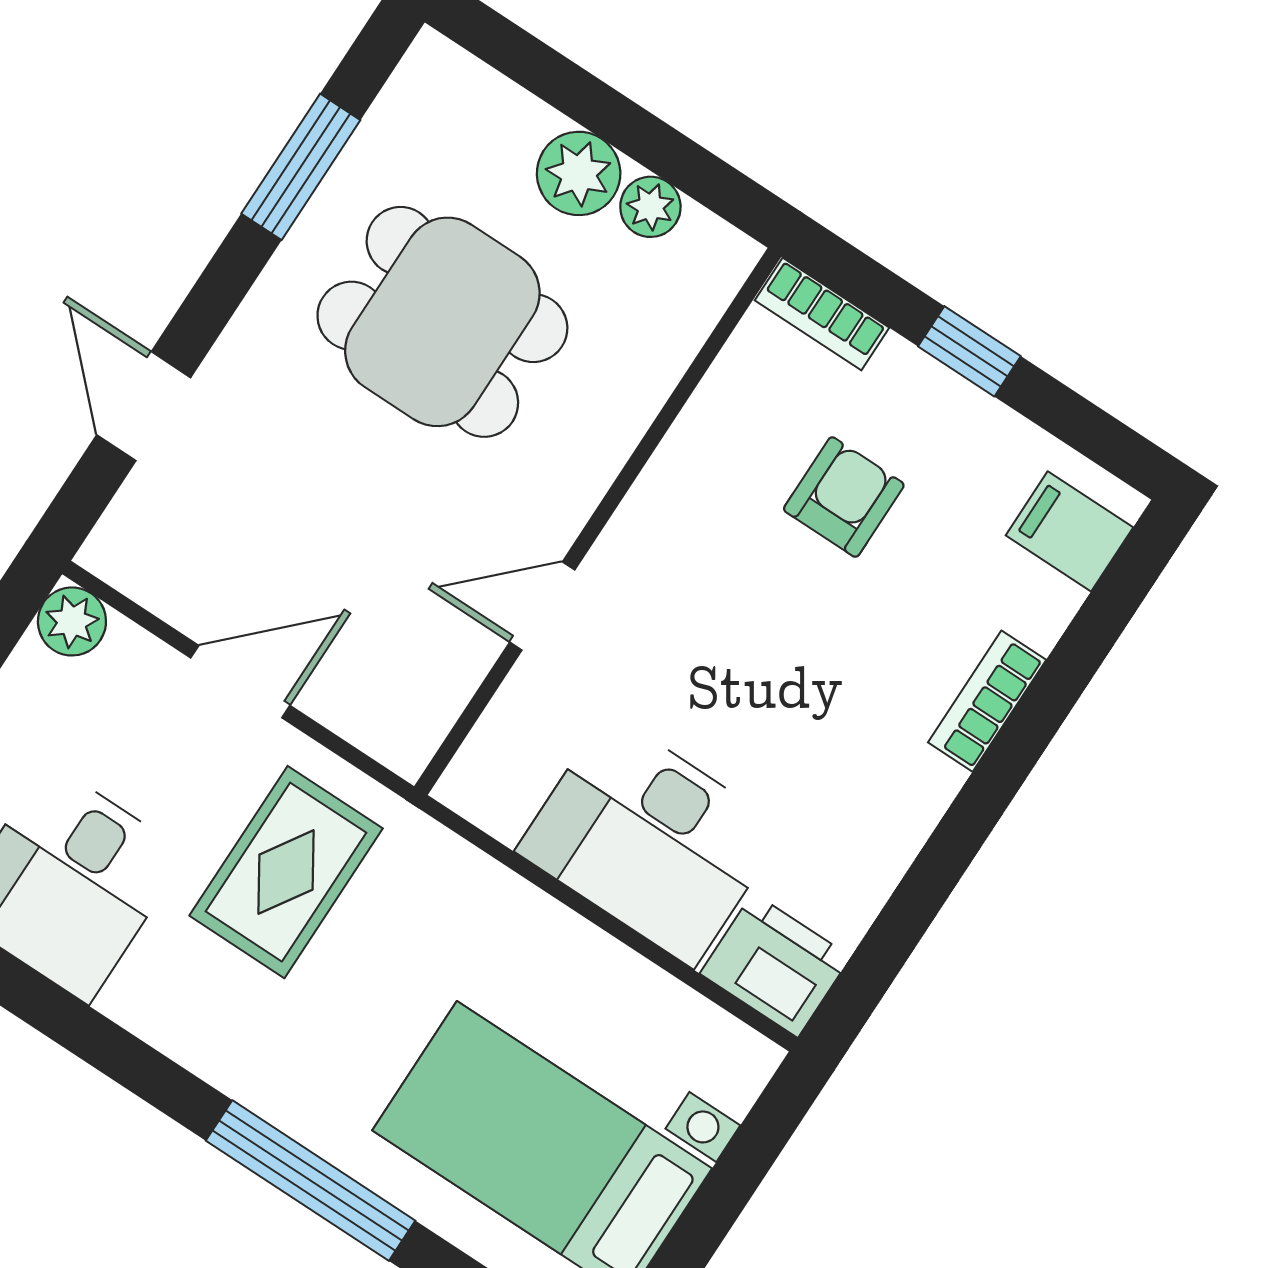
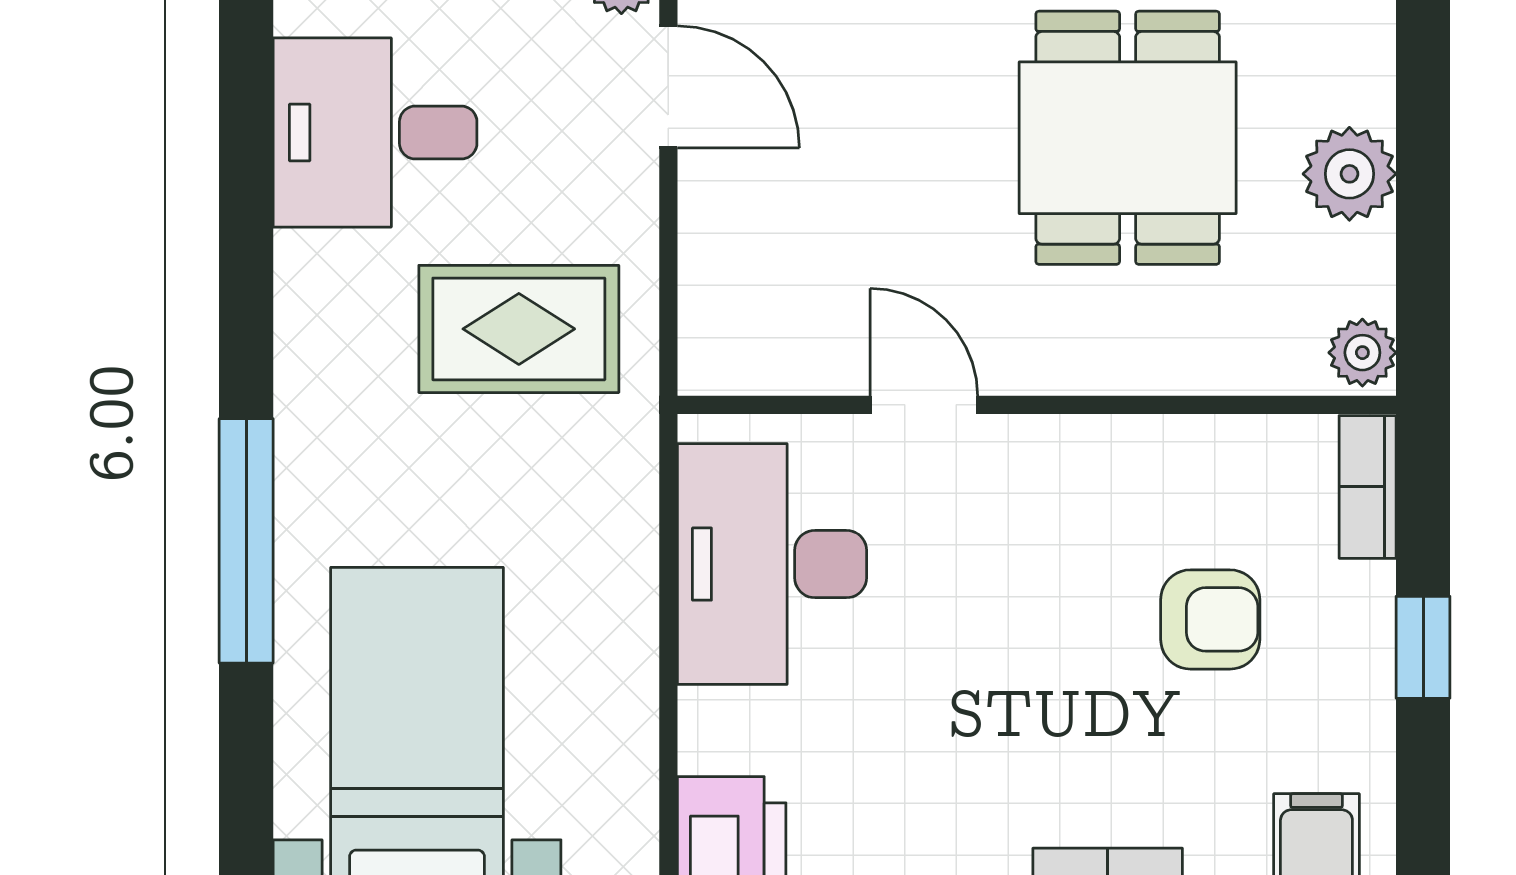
plant: (650, 207) -> (1362, 353), moved
door: (240, 682) -> (668, 87), moved
desk: (650, 840) -> (772, 564), moved

